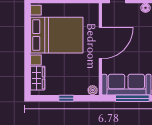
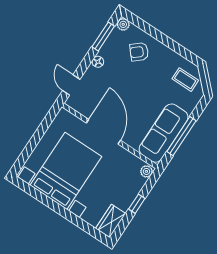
wardrobe: (38, 78) -> (111, 221), moved, turned -90

